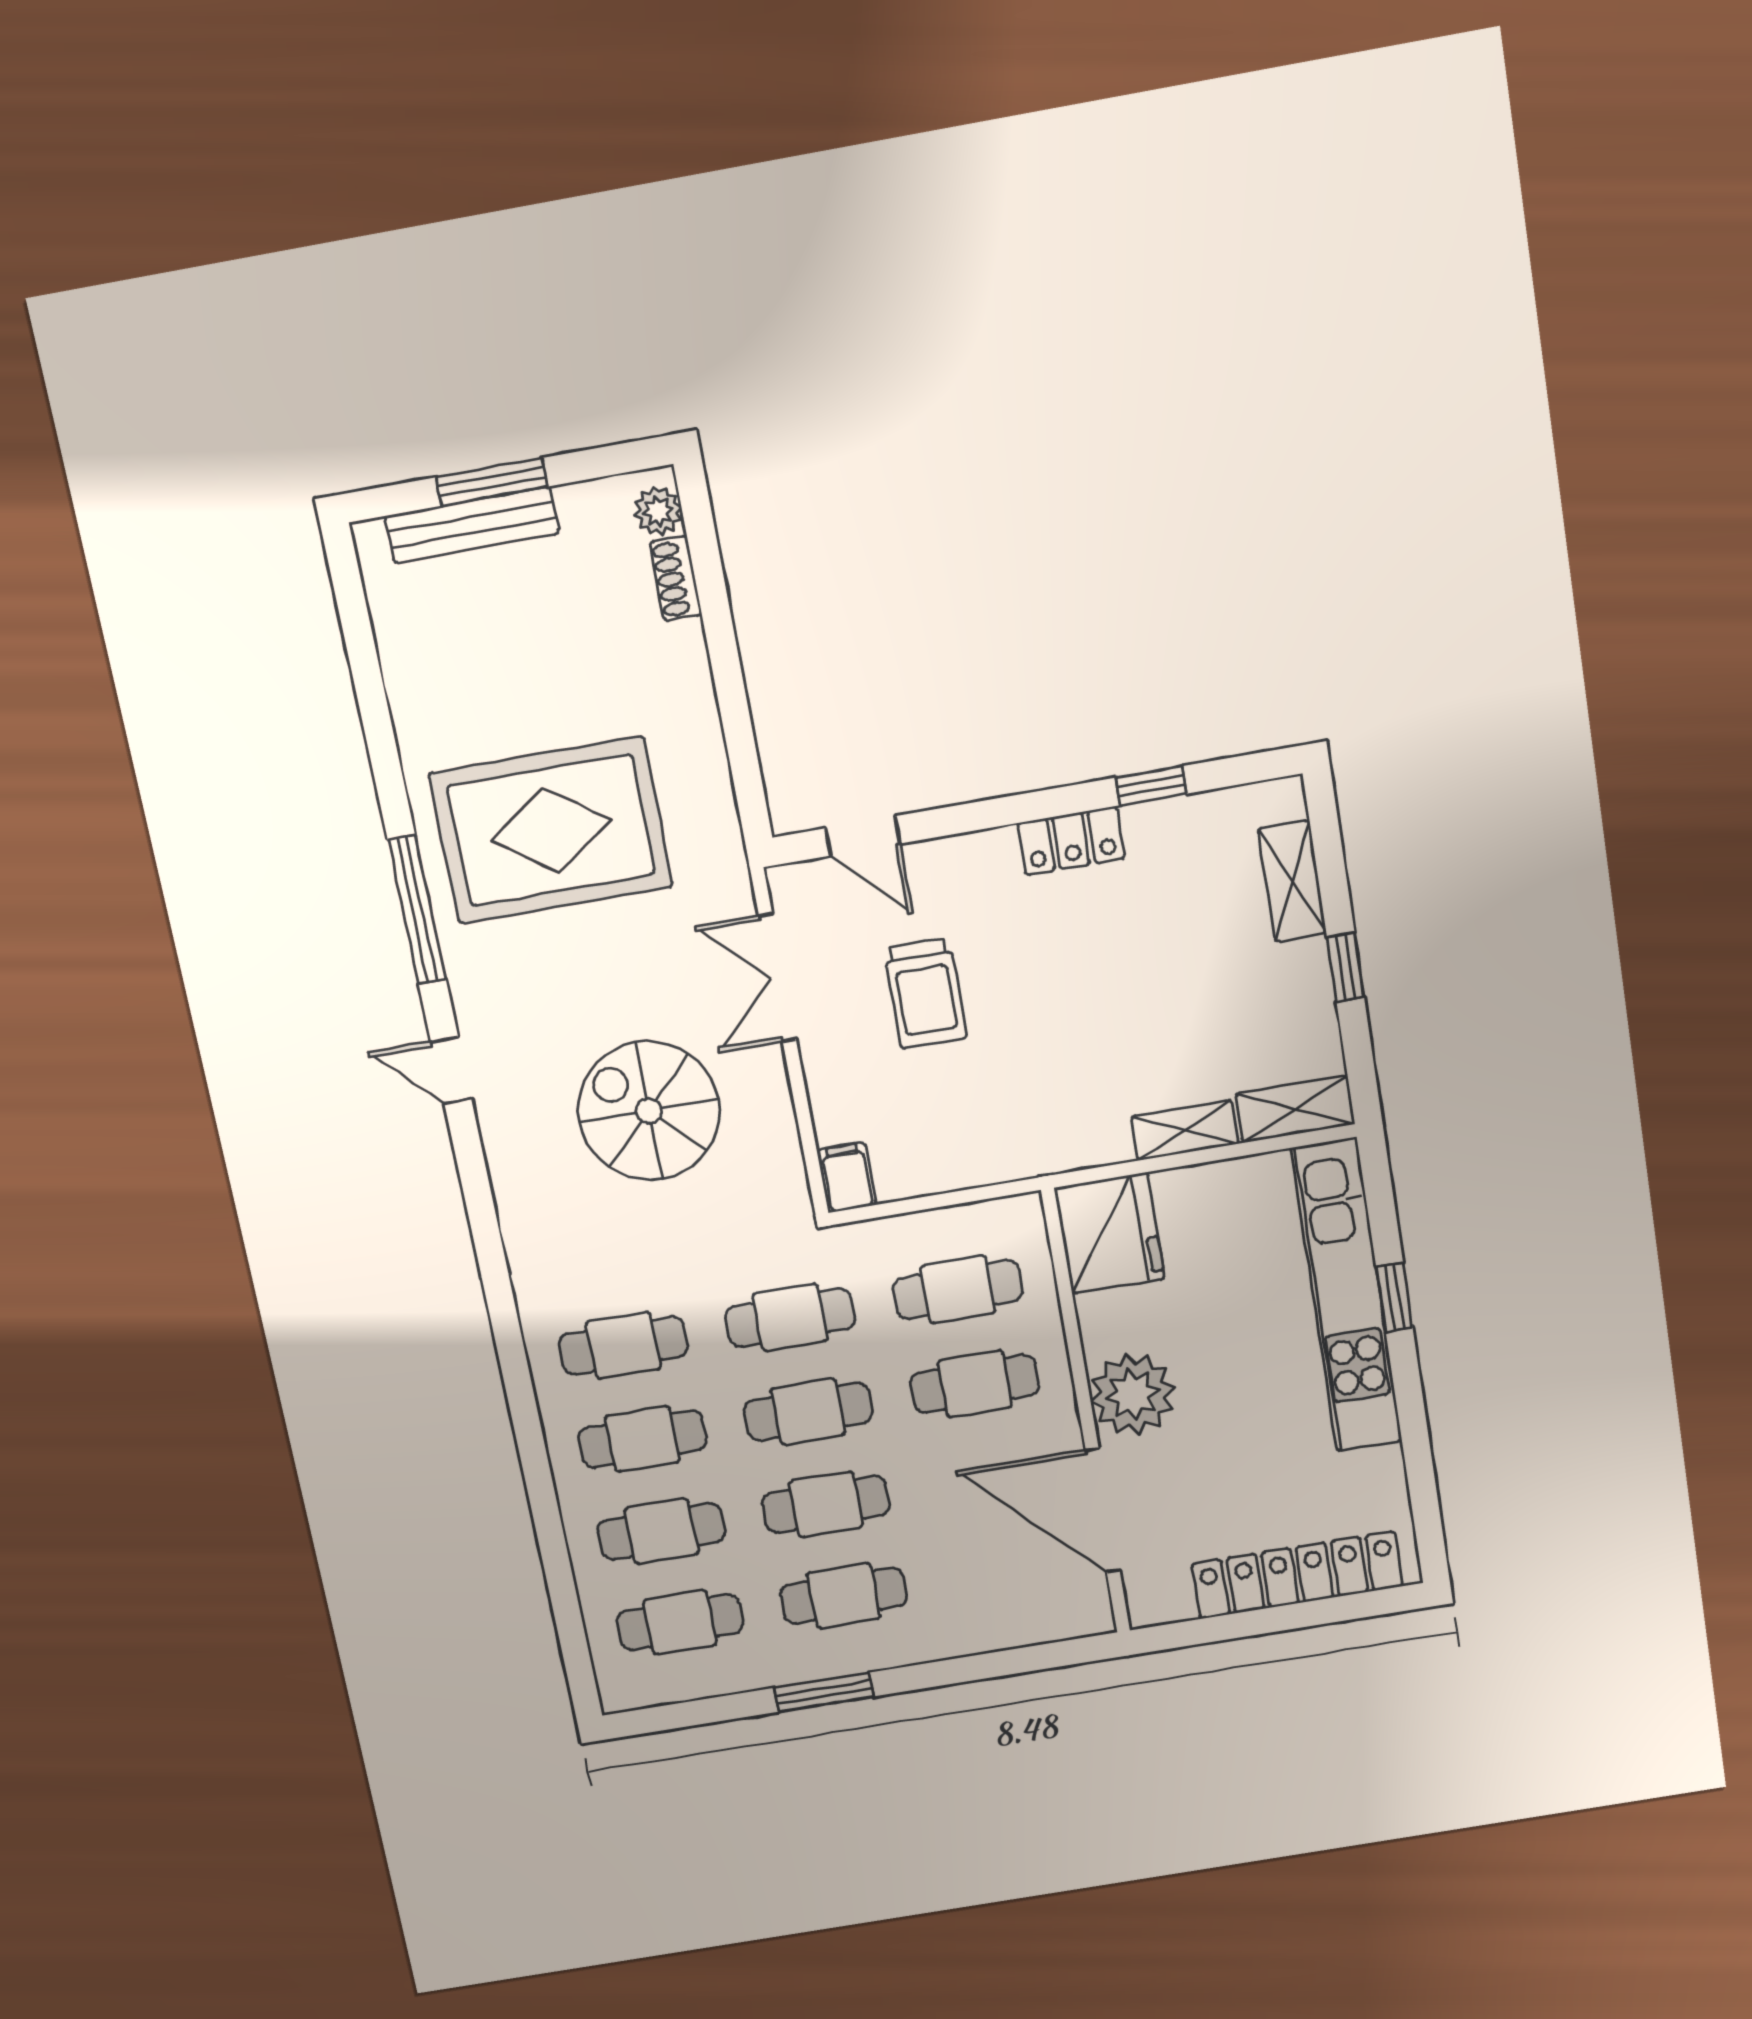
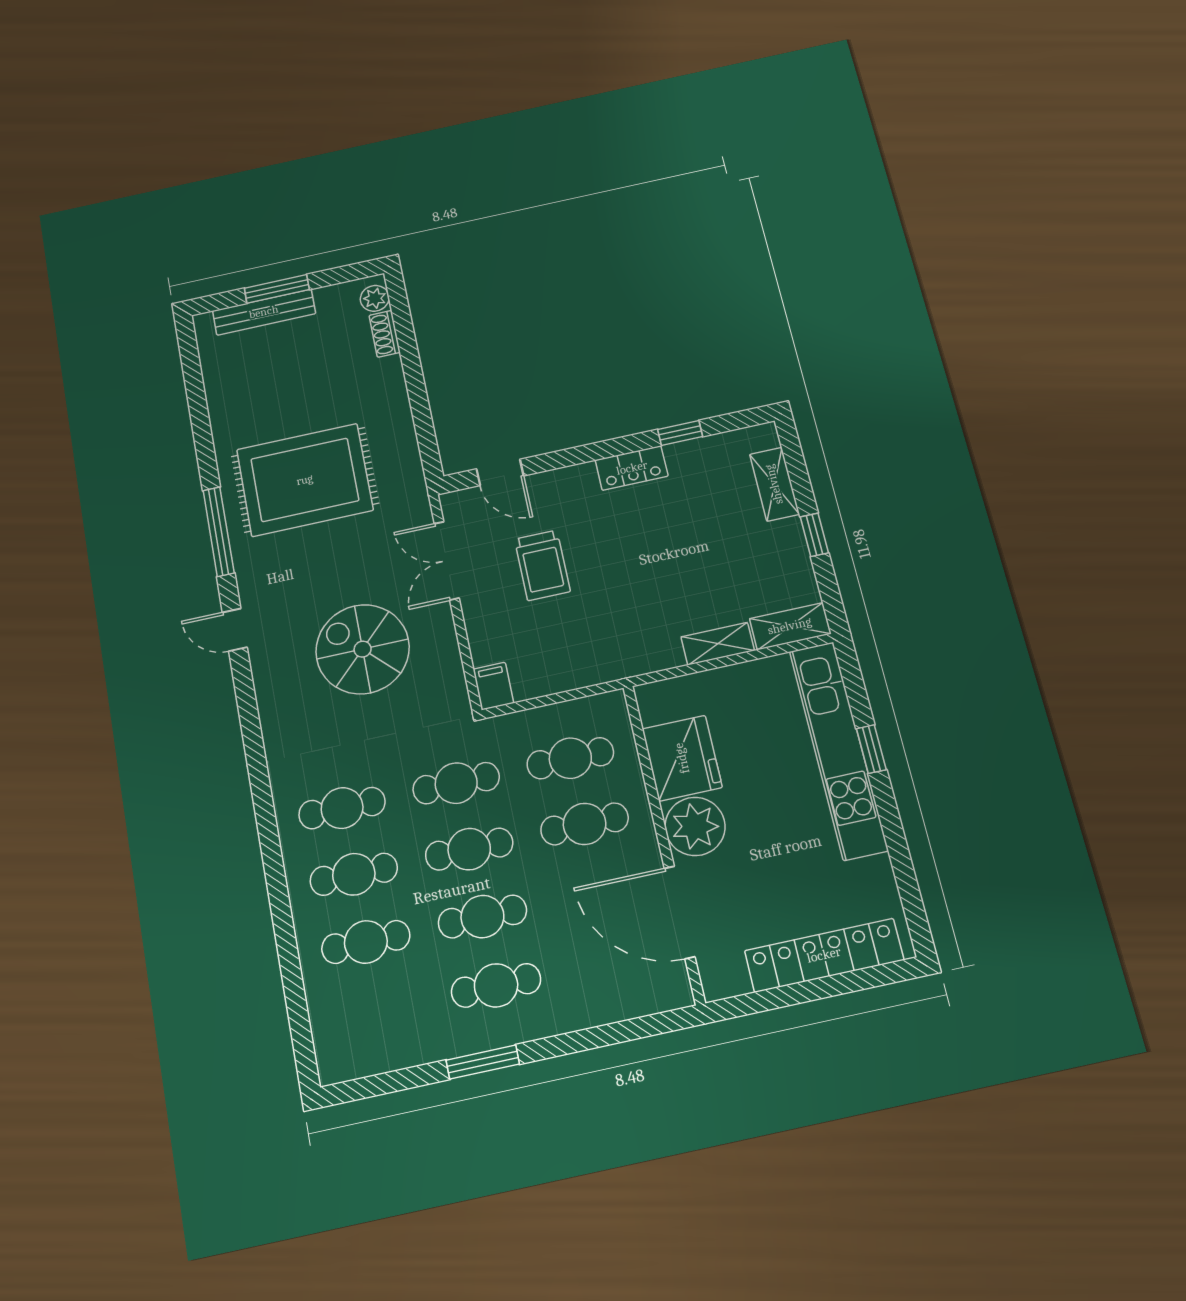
fridge: (1110, 1233) -> (682, 758), moved
cafe table: (680, 1622) -> (378, 1011), removed

